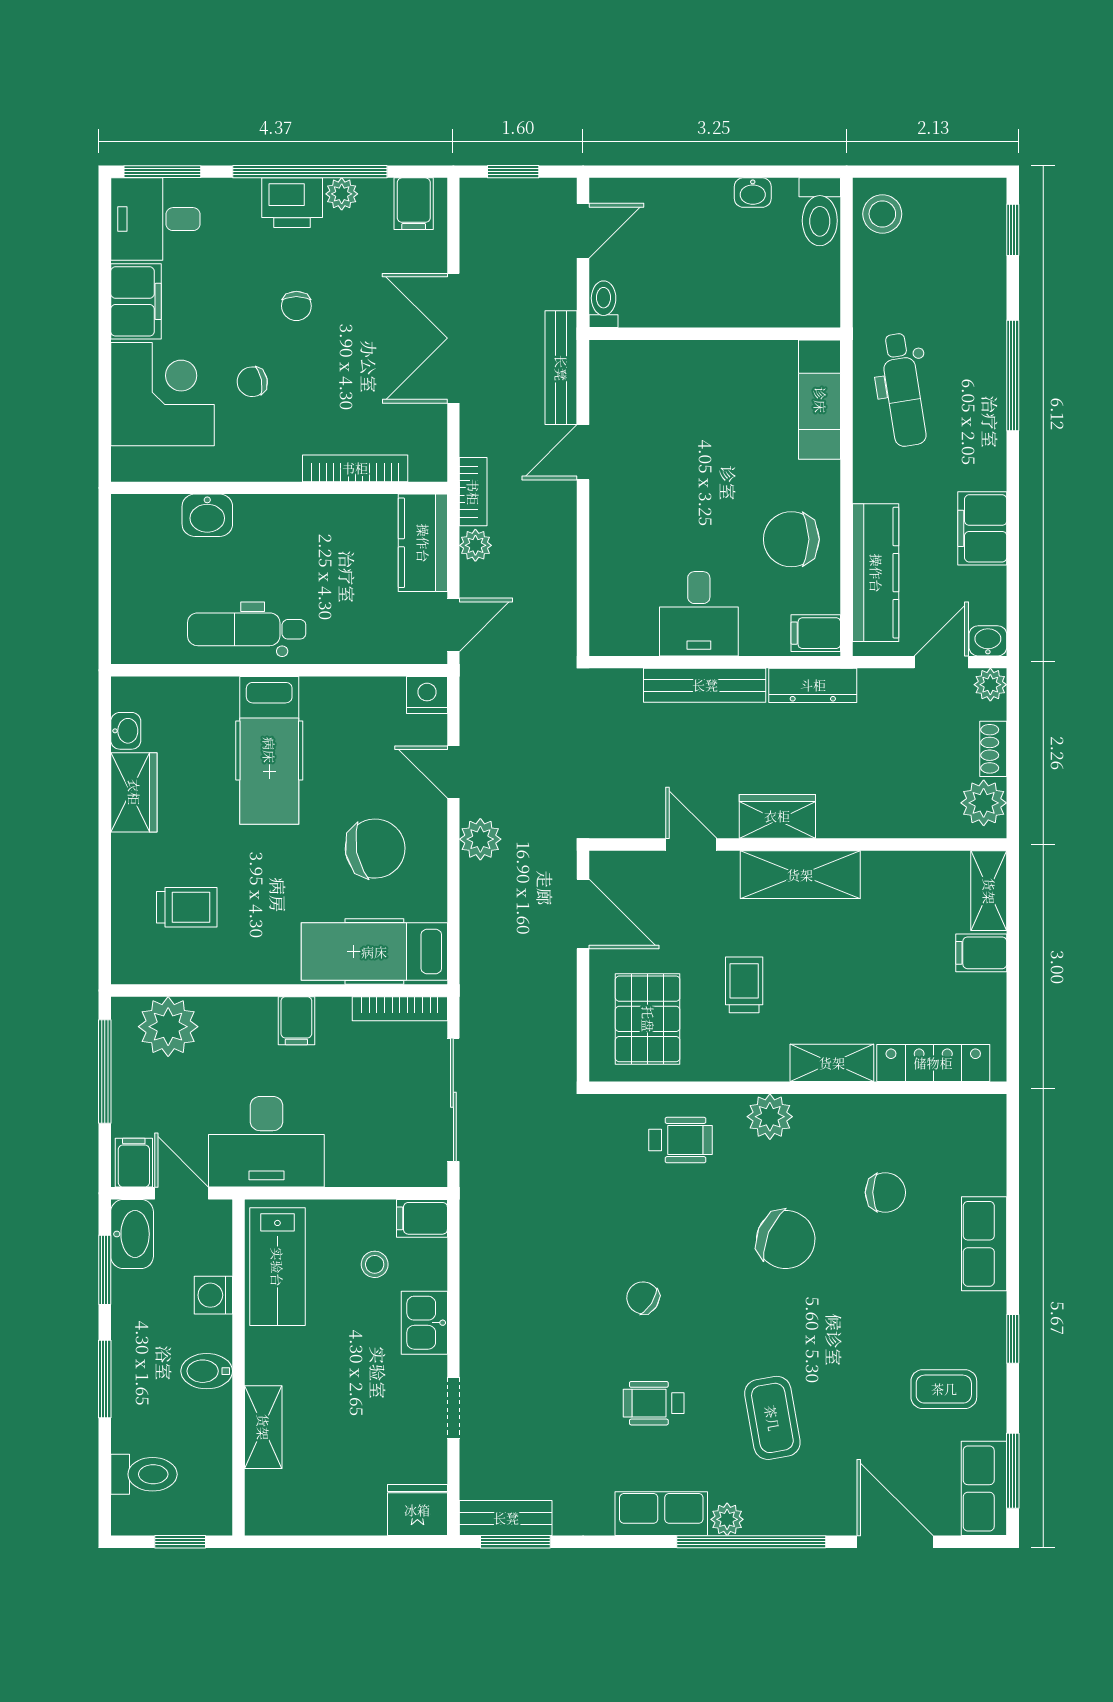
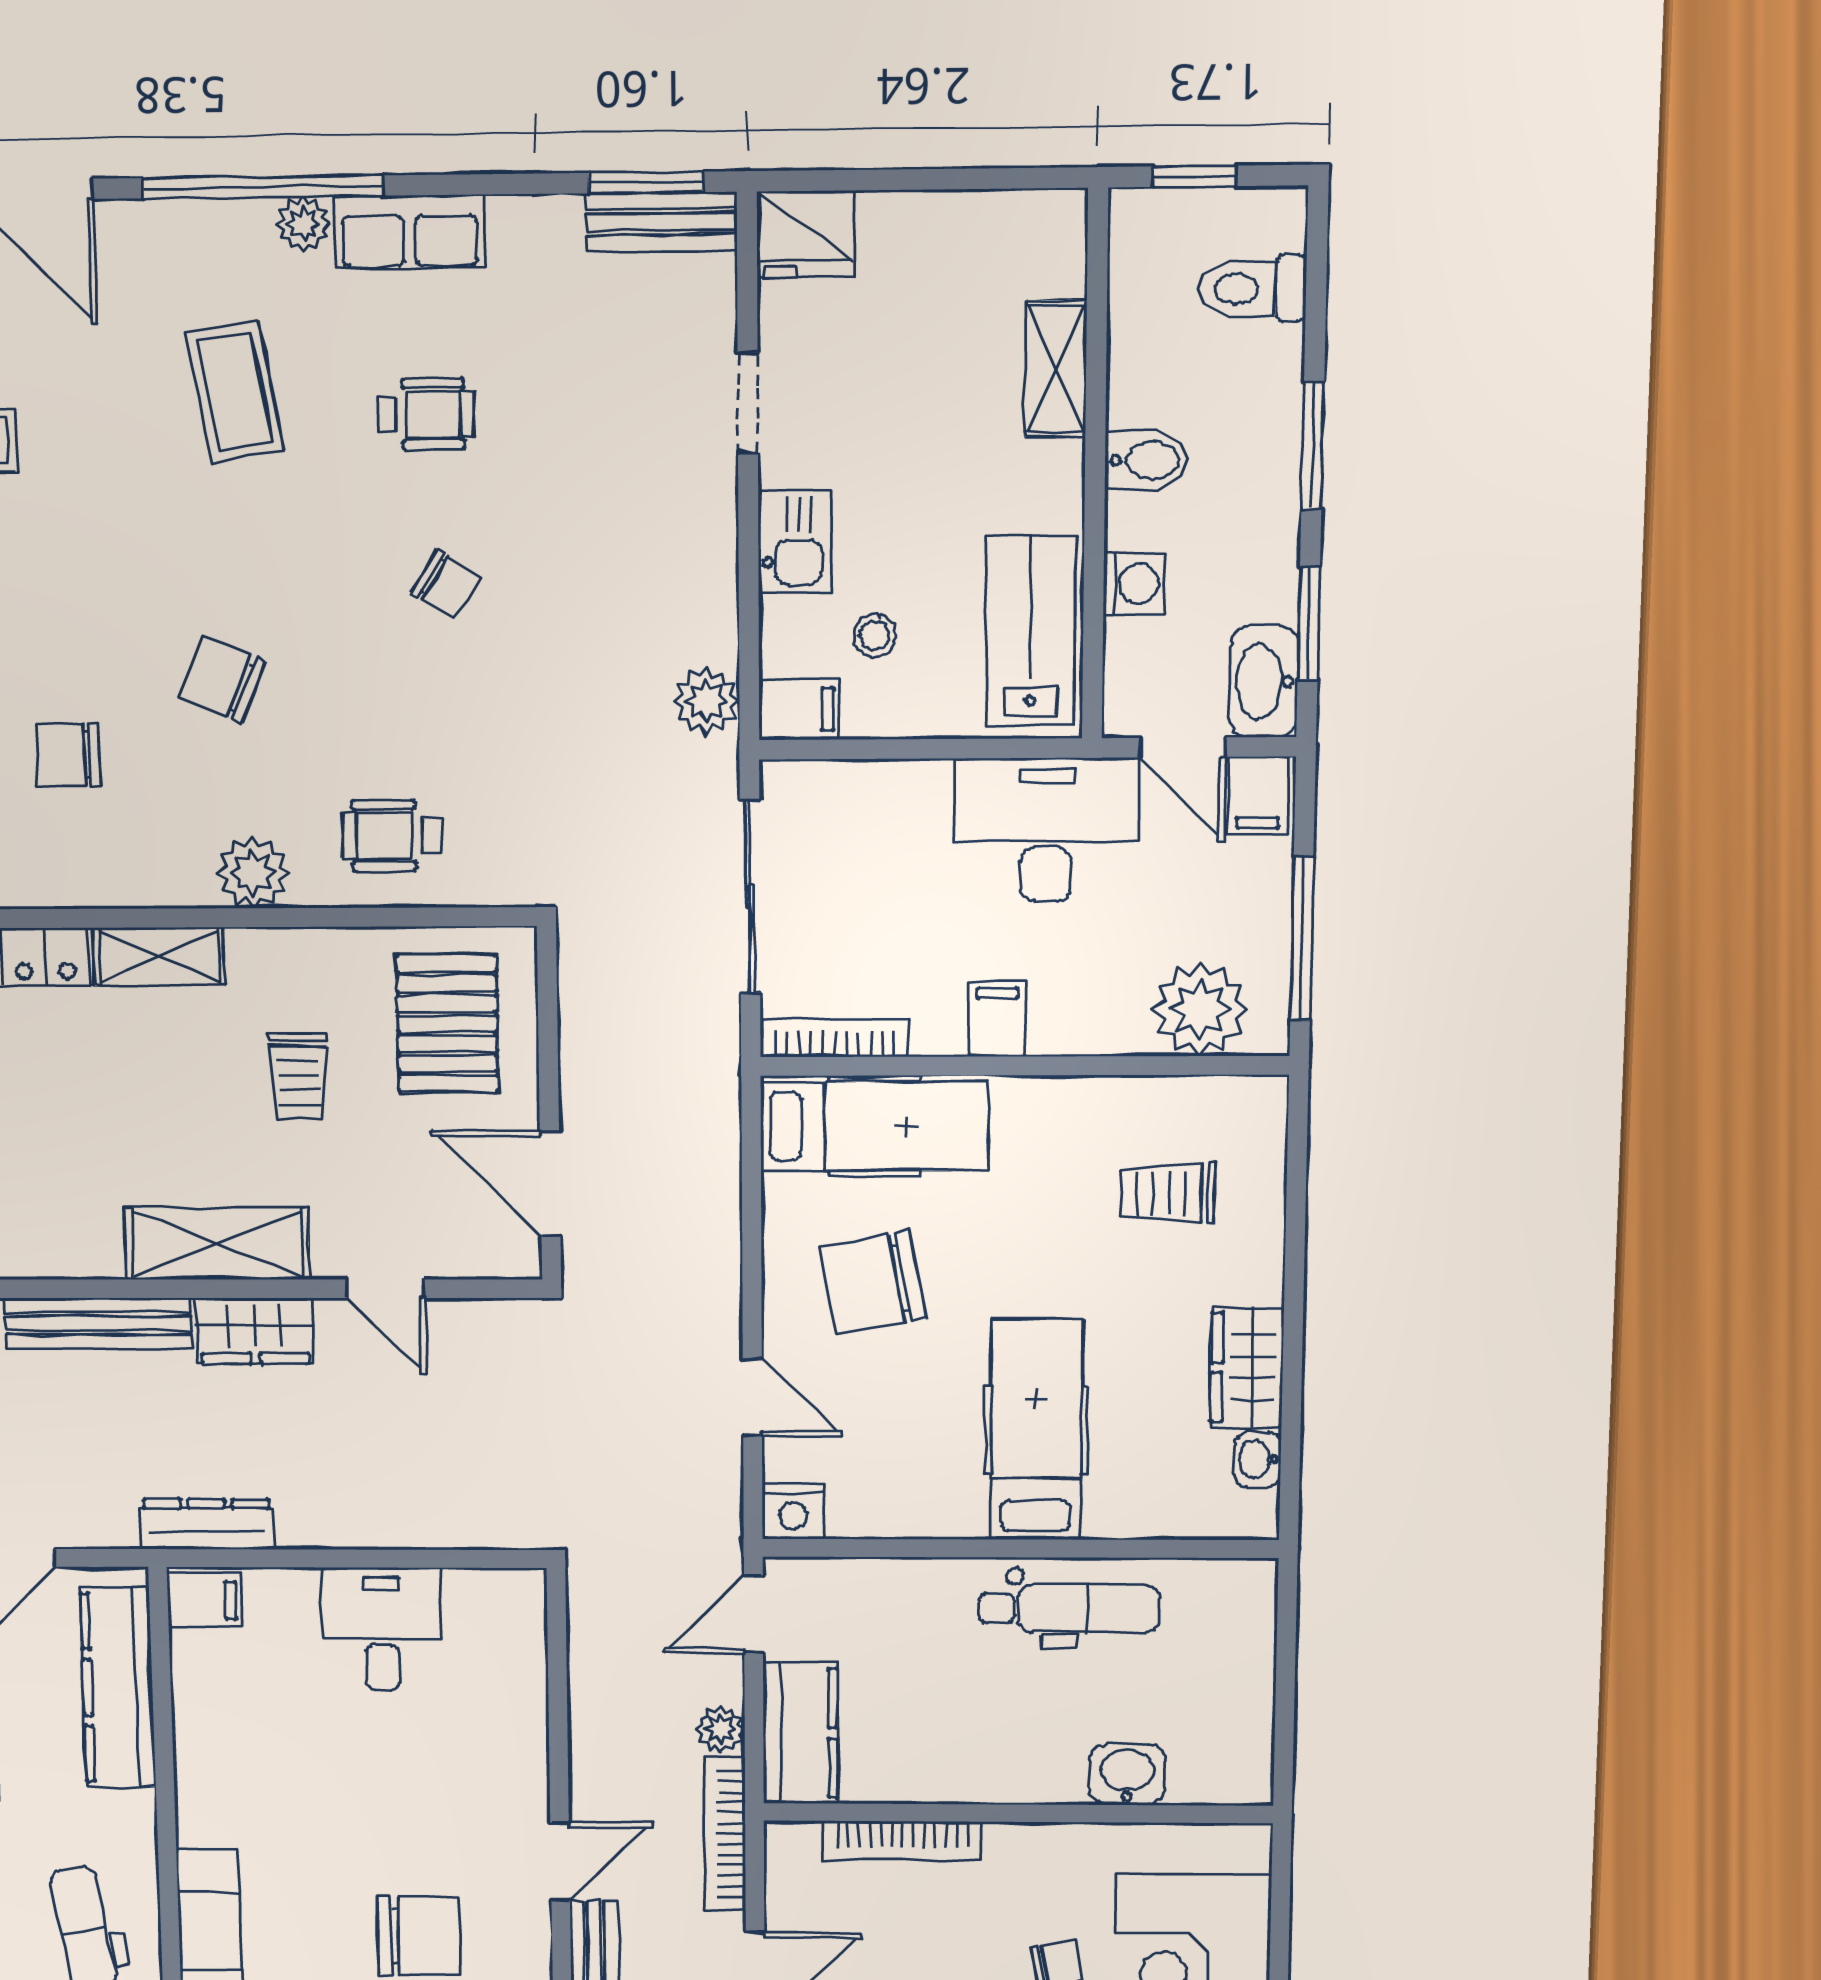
bookcase: (473, 492) -> (725, 1834), width x1.56
chair: (791, 539) -> (420, 1936), moved
bench: (705, 685) -> (98, 1323), moved
plant: (480, 839) -> (706, 701), moved
chair: (786, 1240) -> (222, 679), width x0.73, depth x0.73

